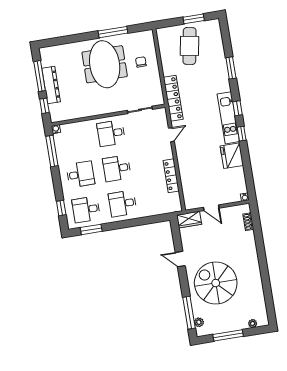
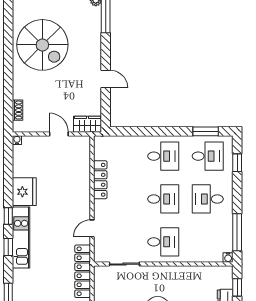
spiral stairs: (216, 283) -> (42, 45), moved

